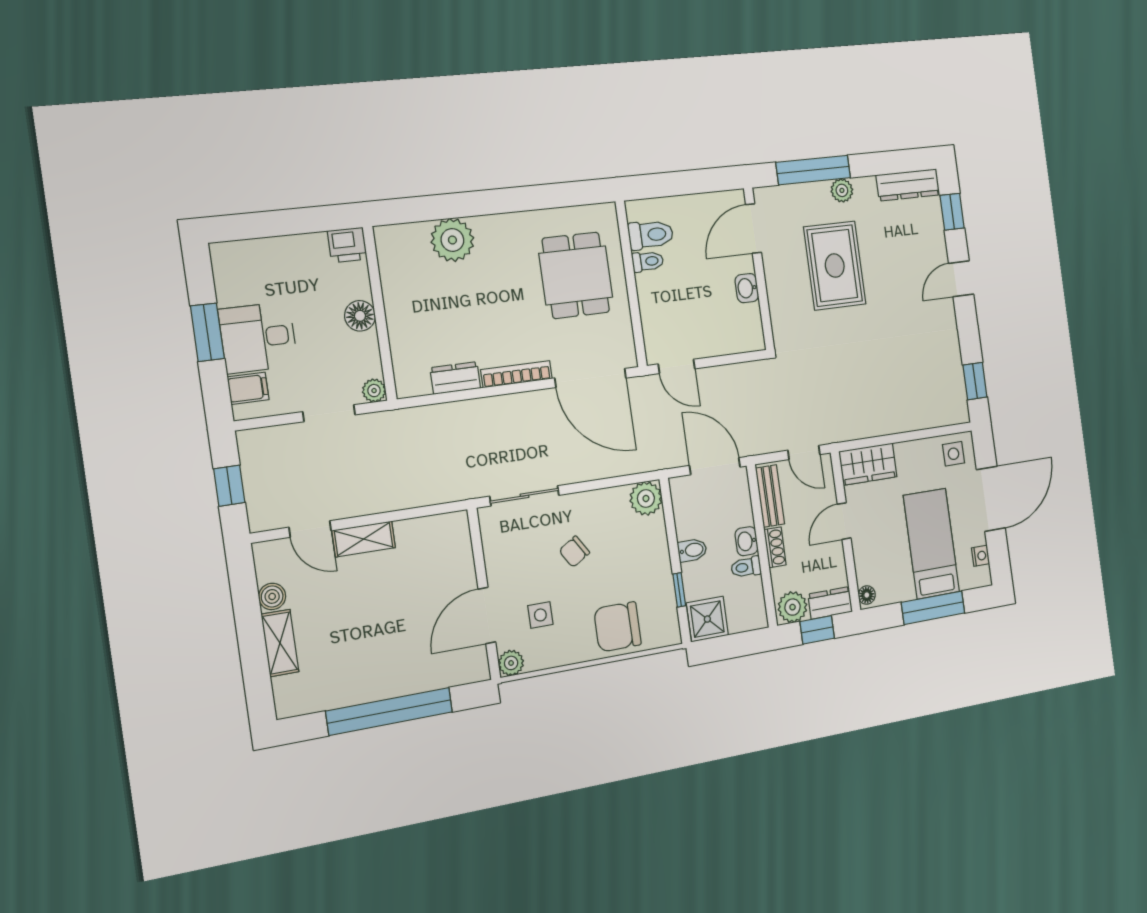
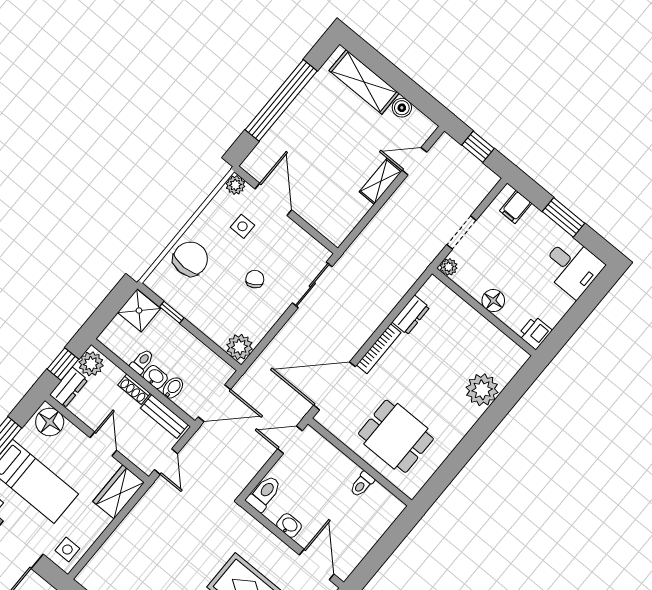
toilet: (651, 235) -> (264, 493), moved, turned 180
desk: (258, 338) -> (572, 267), moved, turned 90
door: (804, 452) -> (166, 462), swing flipped
bidet: (692, 550) -> (173, 388), moved, turned 180
floor lamp: (867, 595) -> (50, 422), width x1.89, depth x1.89
shelving: (280, 643) -> (364, 82), width x1.50, depth x1.33

